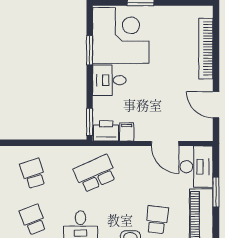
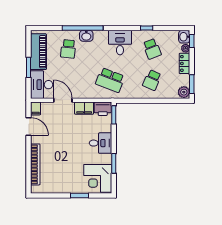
corner desk: (121, 35) -> (98, 178), width x0.74, depth x0.74
filing cabinet: (205, 131) -> (36, 108), added
filing cabinet: (127, 132) -> (84, 108), width x2.00
school desk: (33, 173) -> (152, 80), turned 42
school desk: (95, 173) -> (110, 80), turned 45

